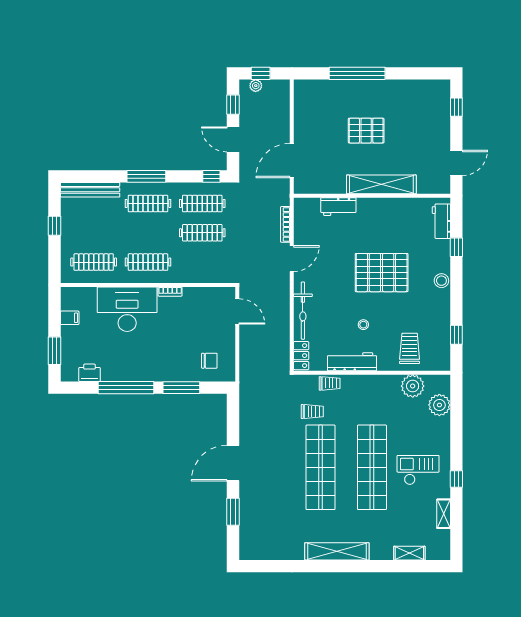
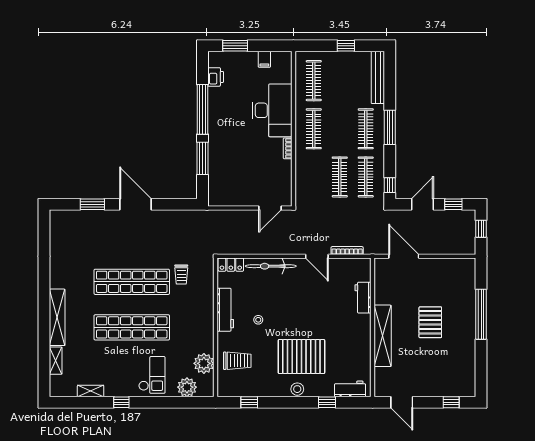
plant: (256, 86) -> (470, 224), removed
pallet: (382, 273) -> (301, 357), moved, turned 90
chair: (209, 361) -> (226, 183), removed
trolley: (330, 383) -> (206, 290), removed
checkout: (418, 470) -> (152, 375), moved
shelving: (337, 551) -> (57, 317), moved

